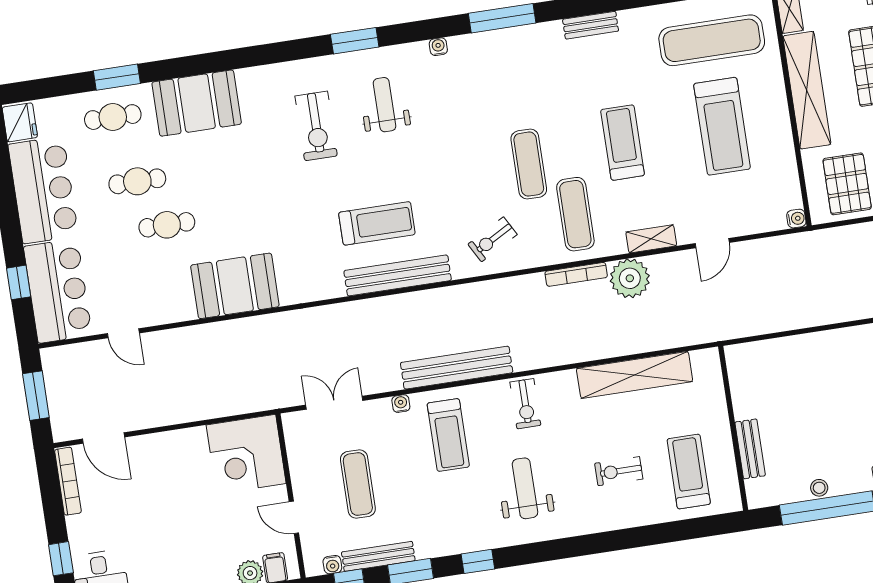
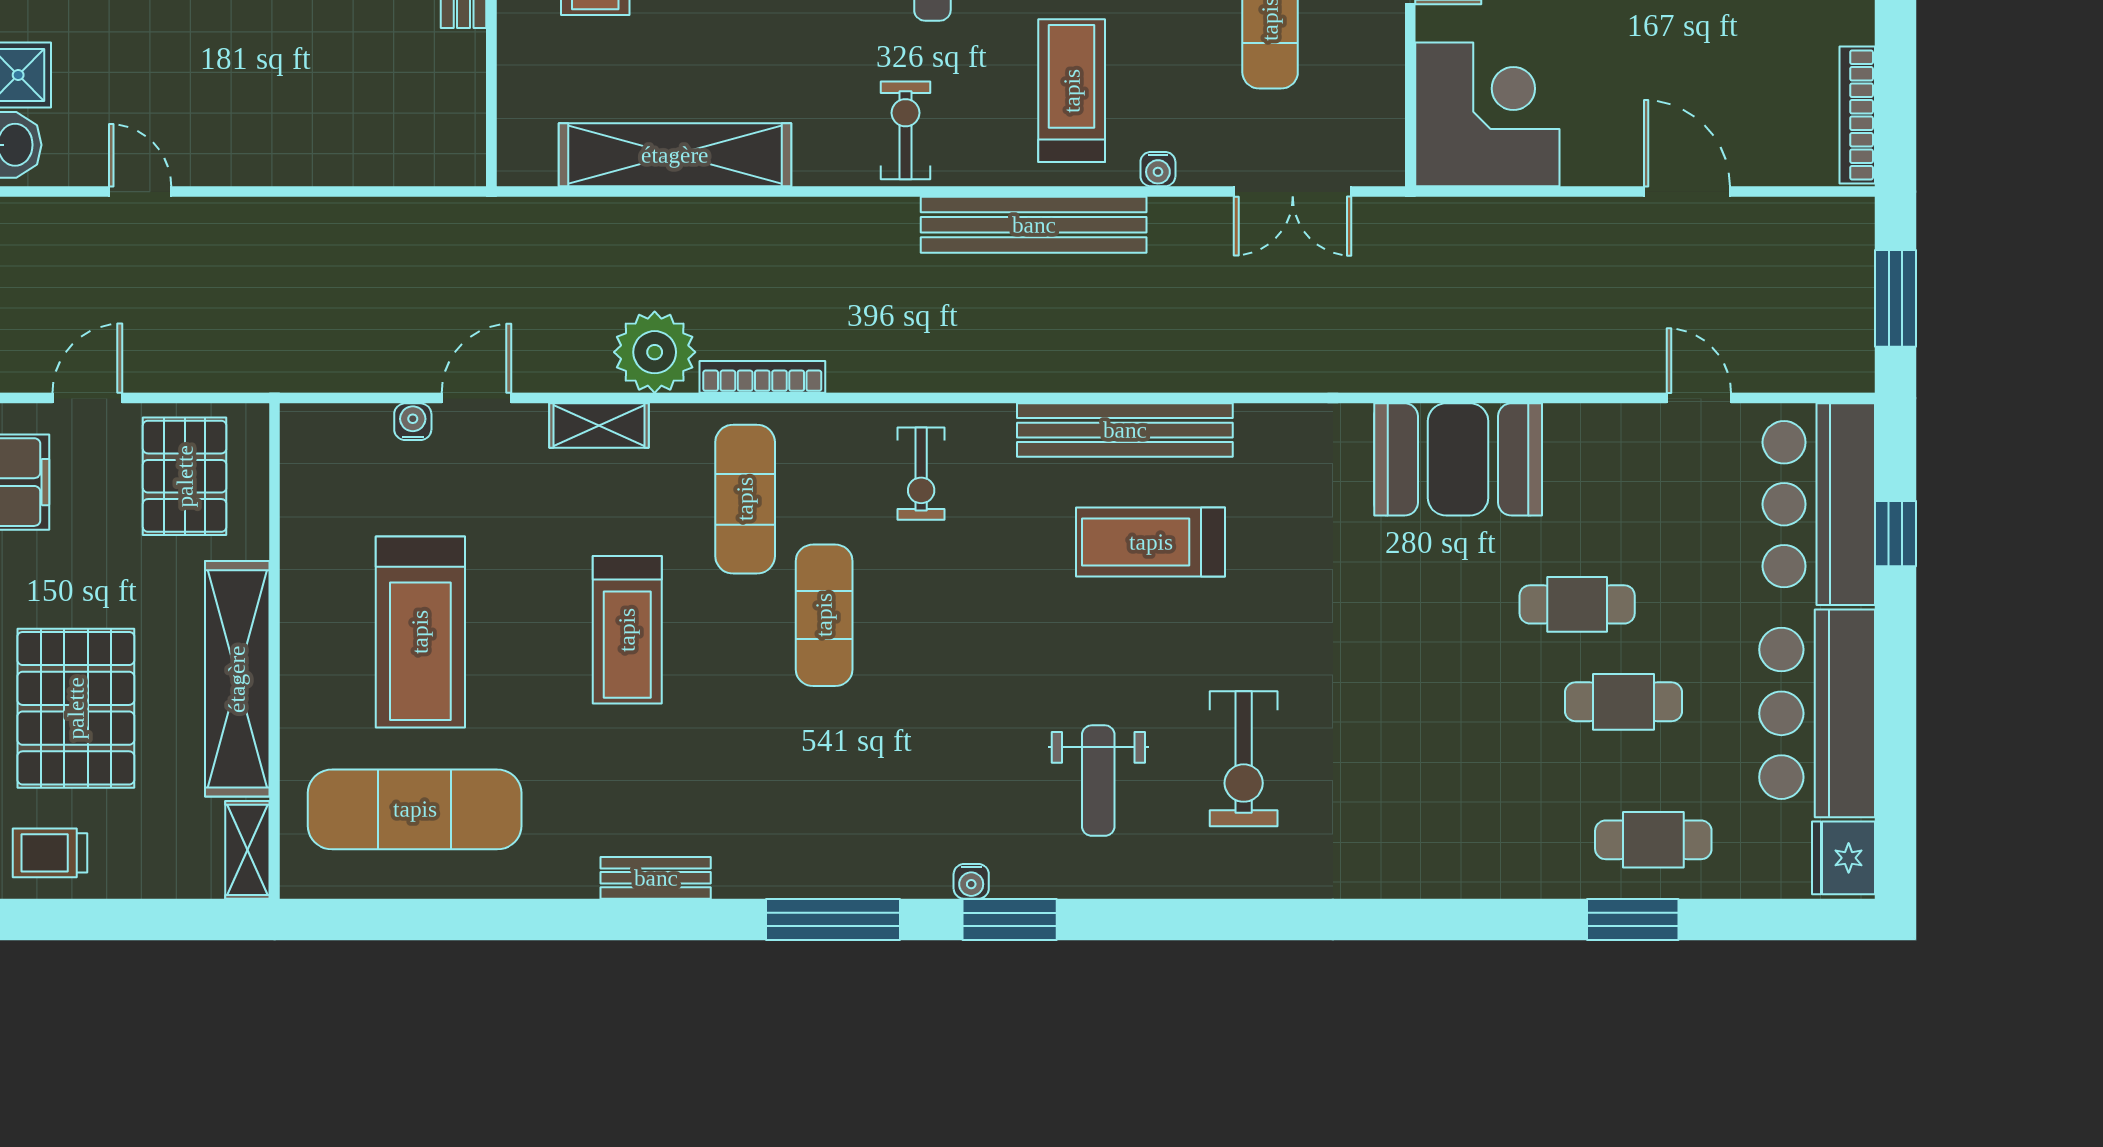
window: (355, 41) -> (1010, 919), moved
booth: (197, 103) -> (1479, 842), removed
exercise bike: (316, 126) -> (1244, 759), turned 180
treadmill: (722, 126) -> (420, 632), turned 180
water cooler: (796, 219) -> (413, 422), moved, turned 90
exercise bike: (492, 239) -> (921, 474), turned 119
door: (104, 438) -> (1687, 192), moved

